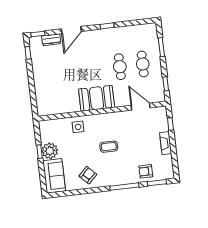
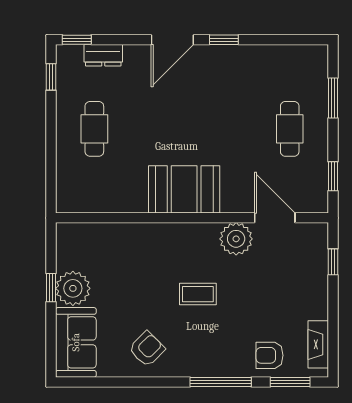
door: (71, 30) -> (172, 40), moved
cafe table: (120, 67) -> (94, 129), moved
plant: (124, 119) -> (236, 239), added
side table: (78, 127) -> (138, 245), removed
fireplace: (166, 143) -> (318, 344), moved

